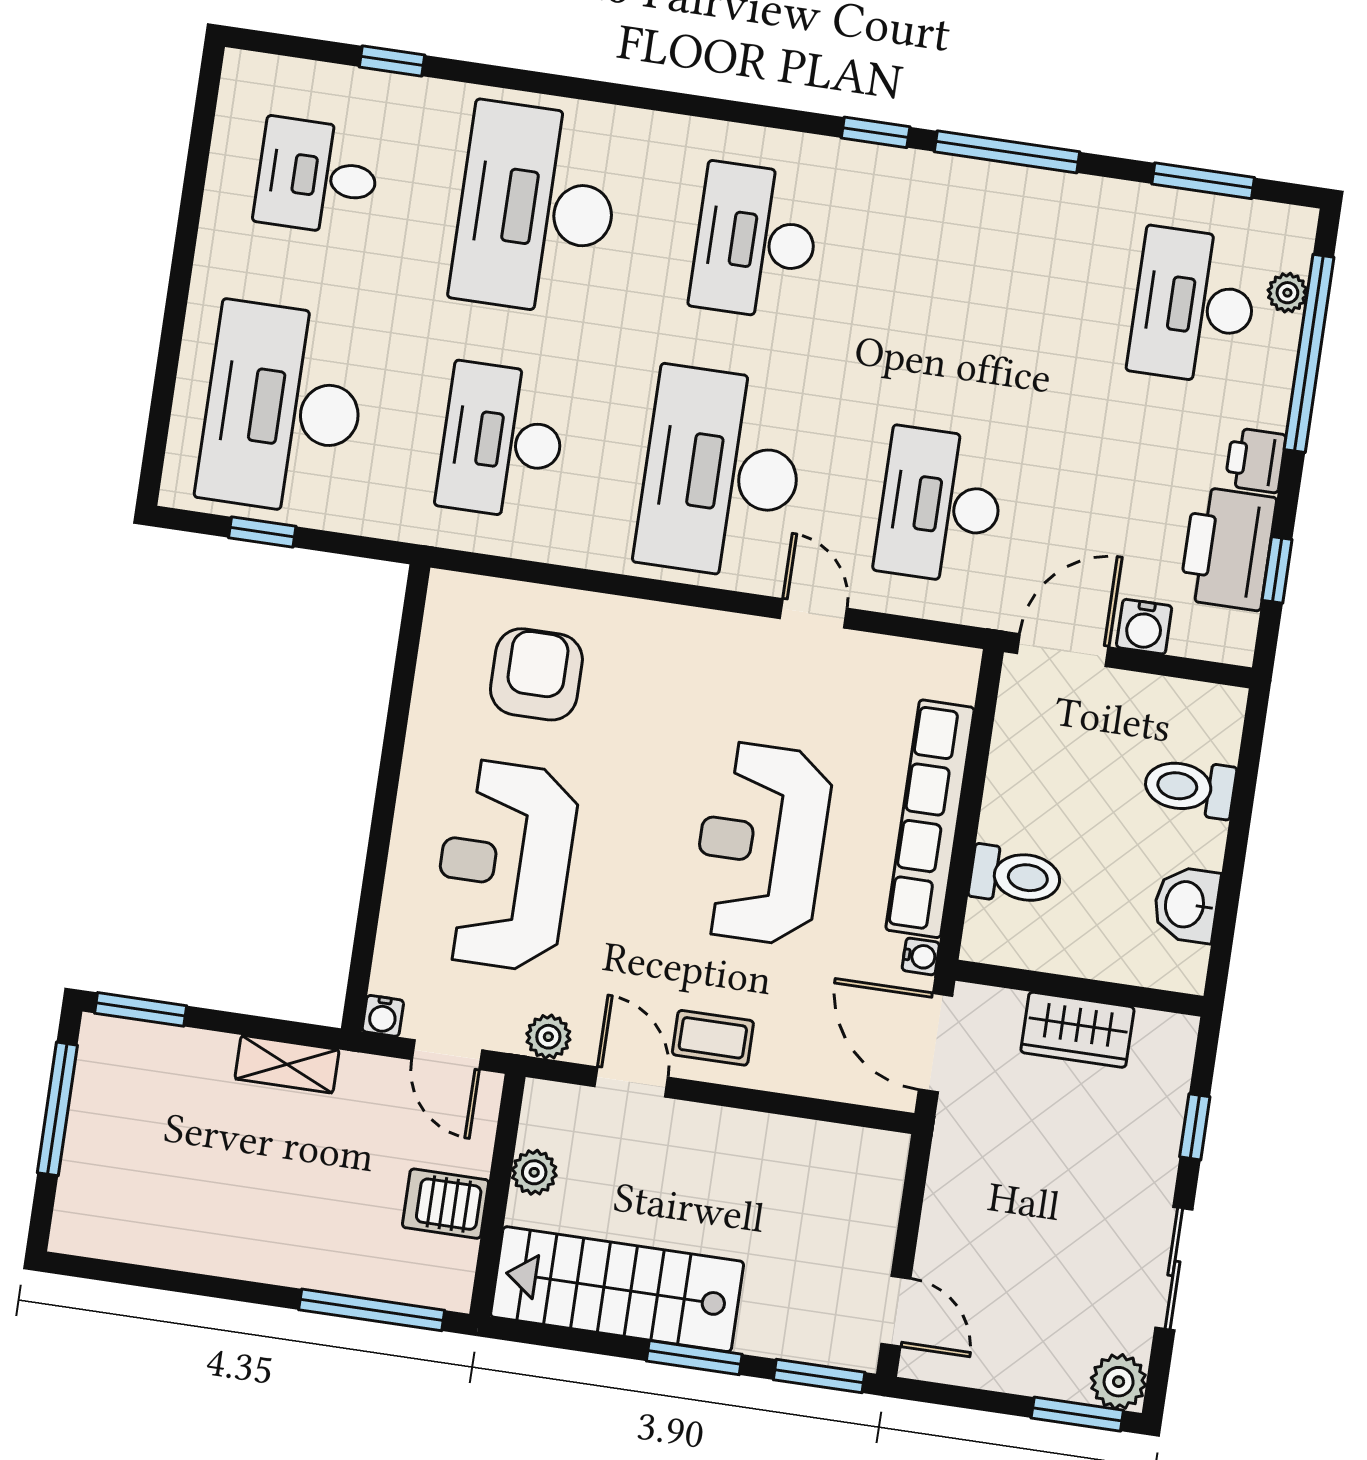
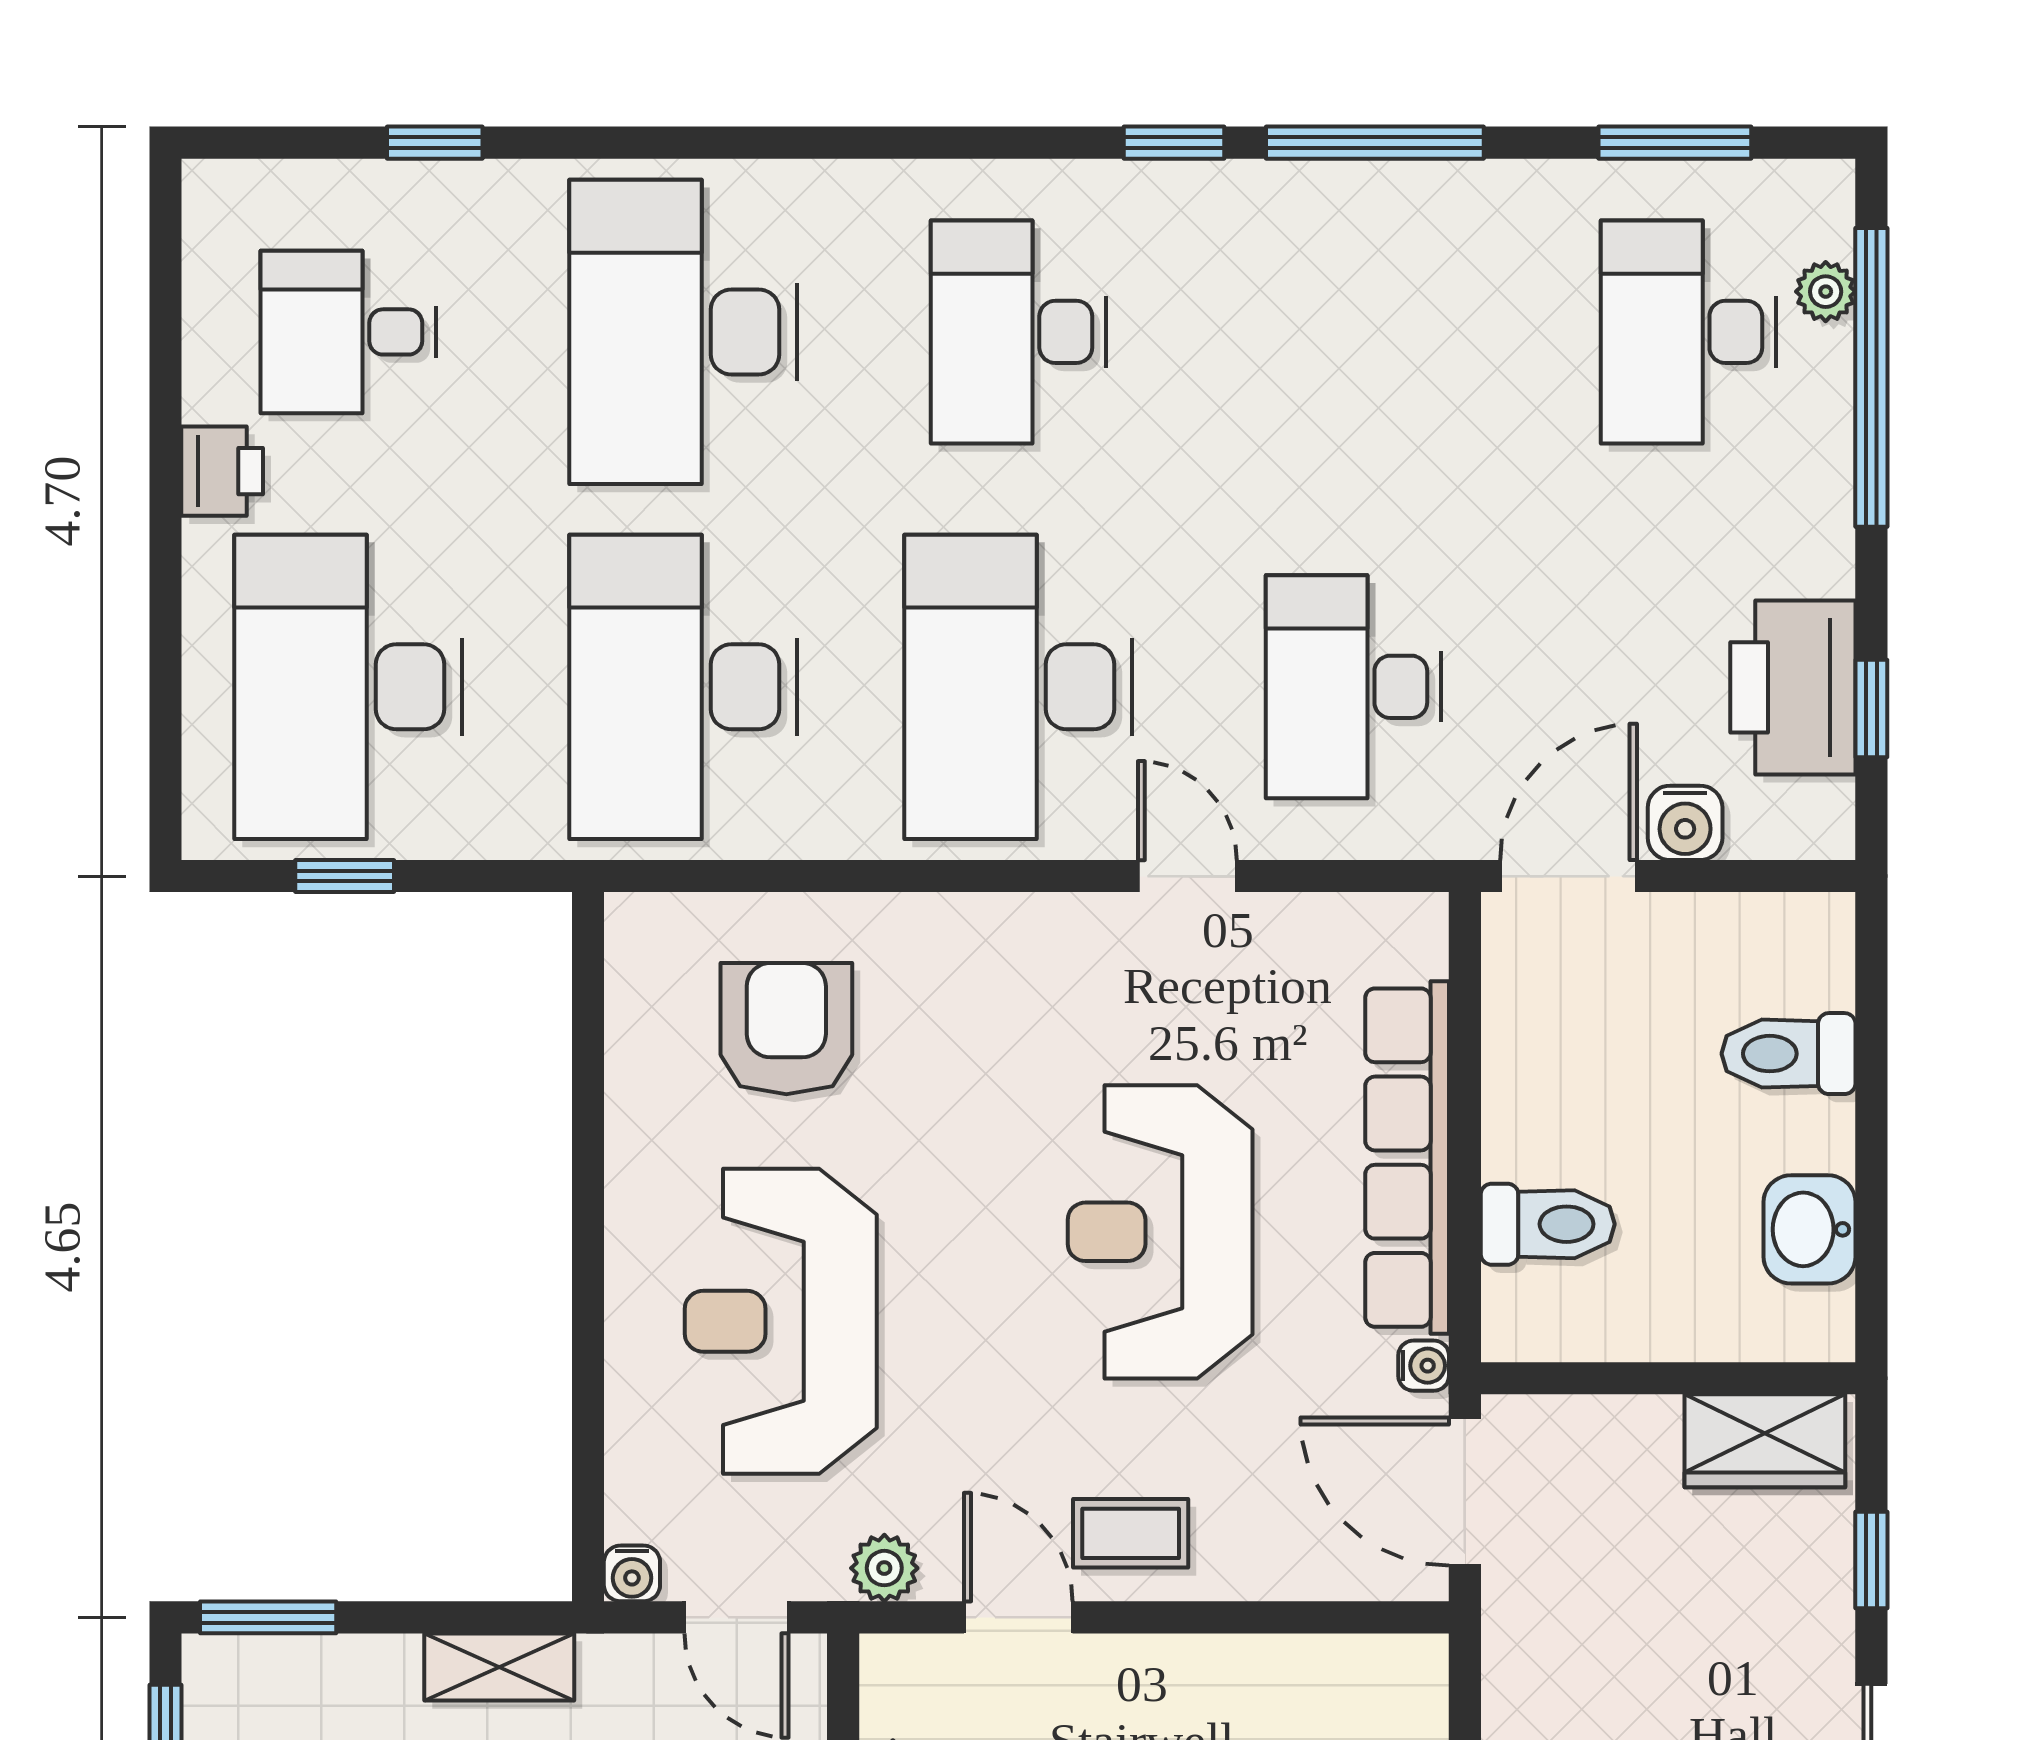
desk: (502, 441) -> (683, 687), width x1.36, depth x1.30
printer: (1255, 460) -> (222, 471), moved, turned 180
wardrobe: (1077, 1030) -> (1765, 1441), moved

